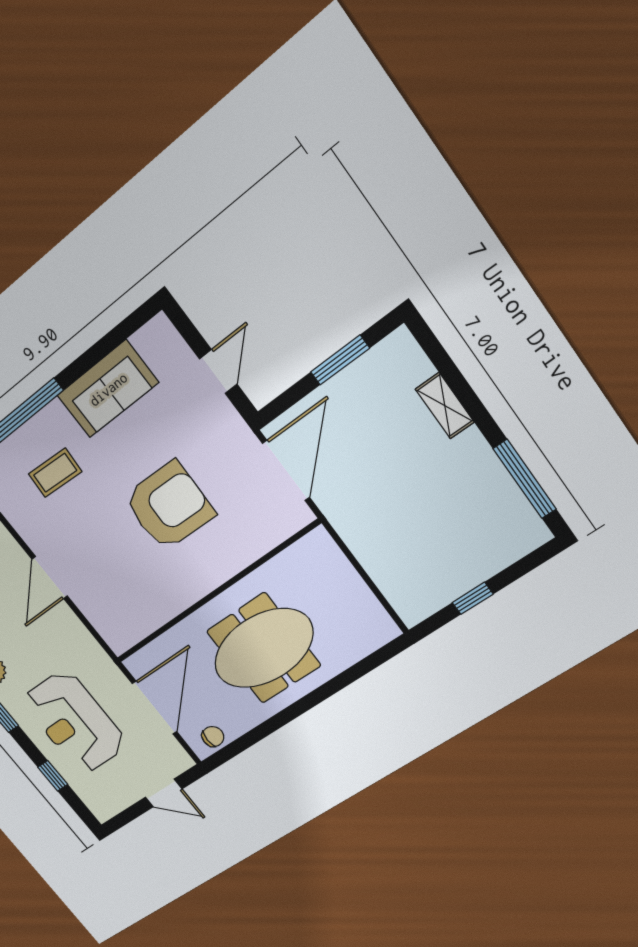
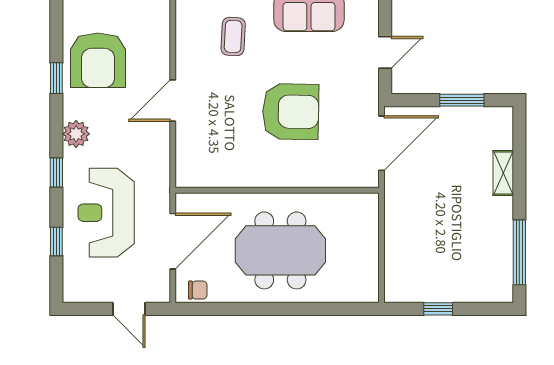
coffee table: (55, 473) -> (233, 36), turned 90

